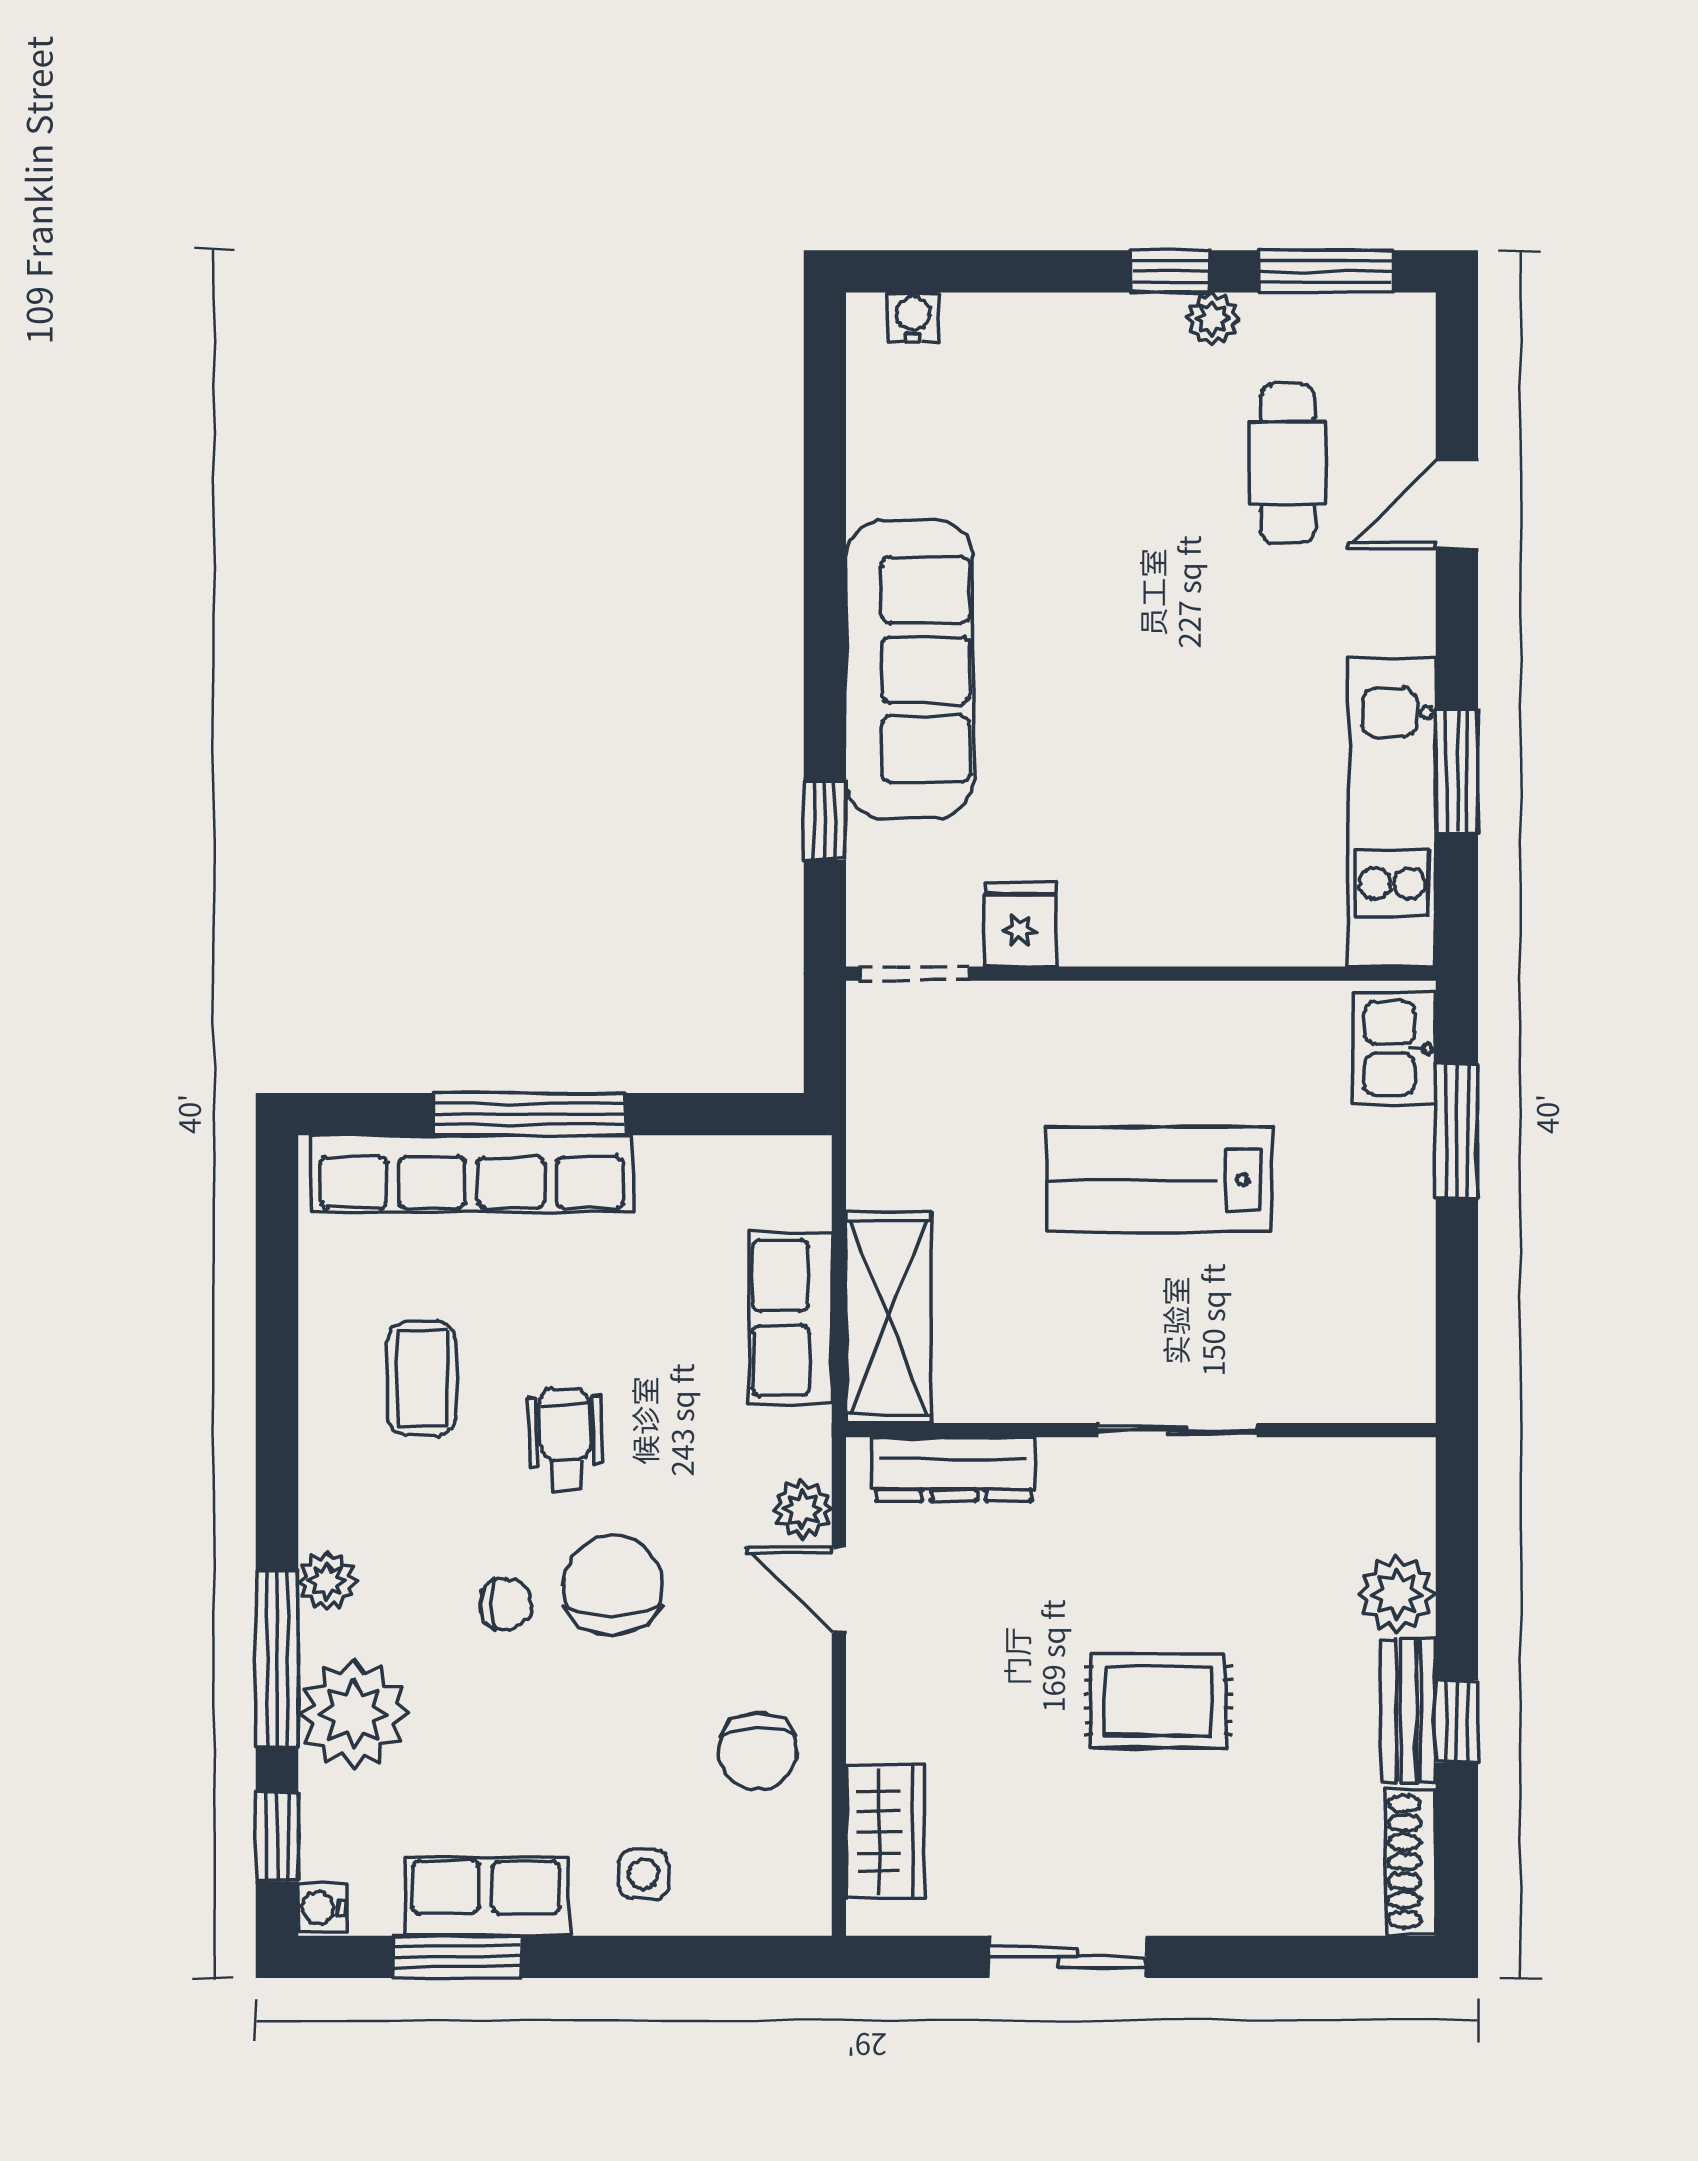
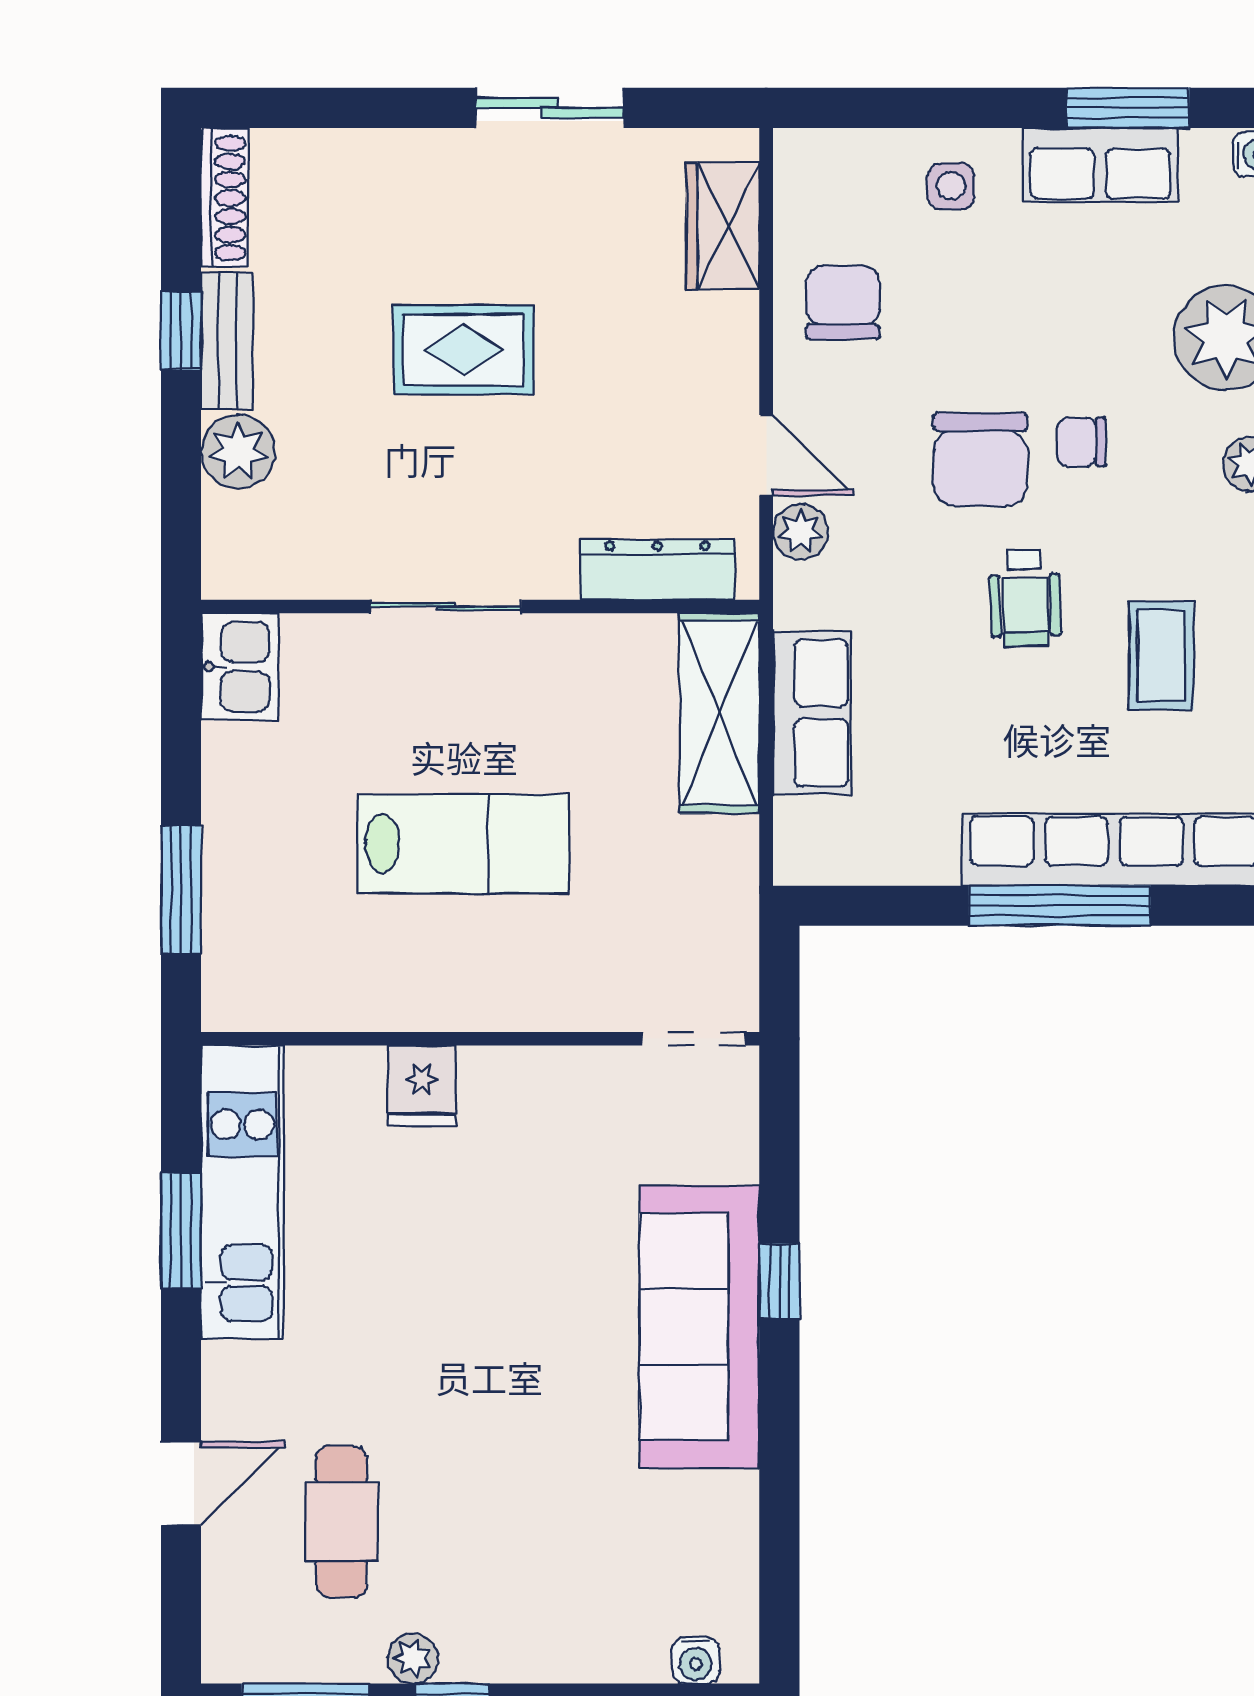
window: (825, 820) -> (779, 1281), moved
fridge: (1020, 924) -> (422, 1086), moved
kitchen sink: (1395, 1048) -> (240, 667), moved

